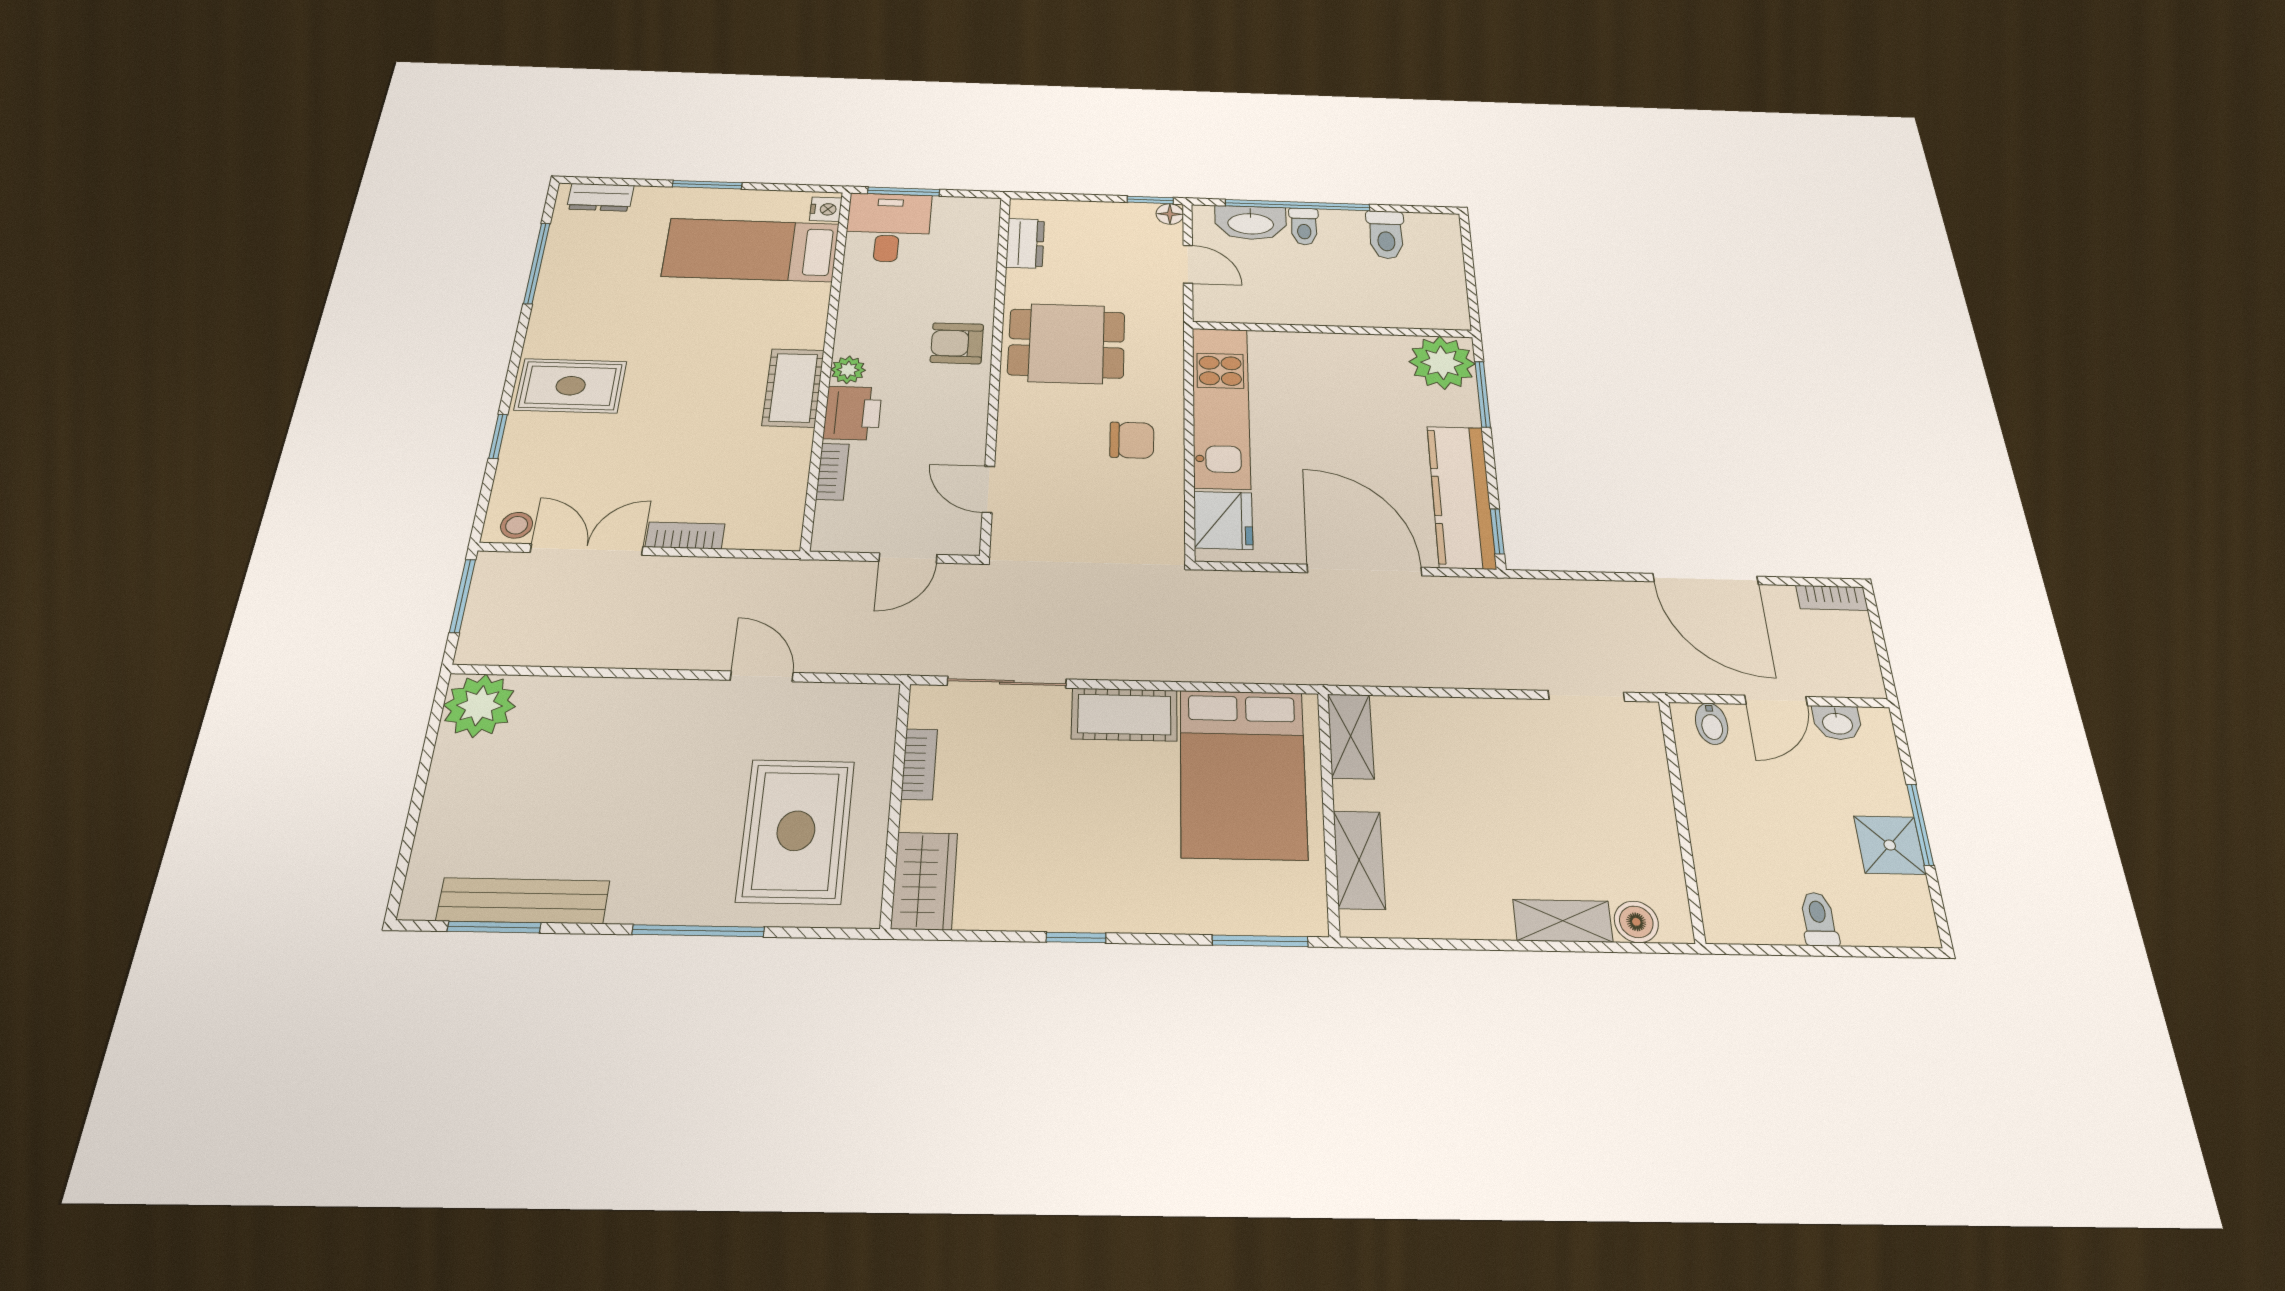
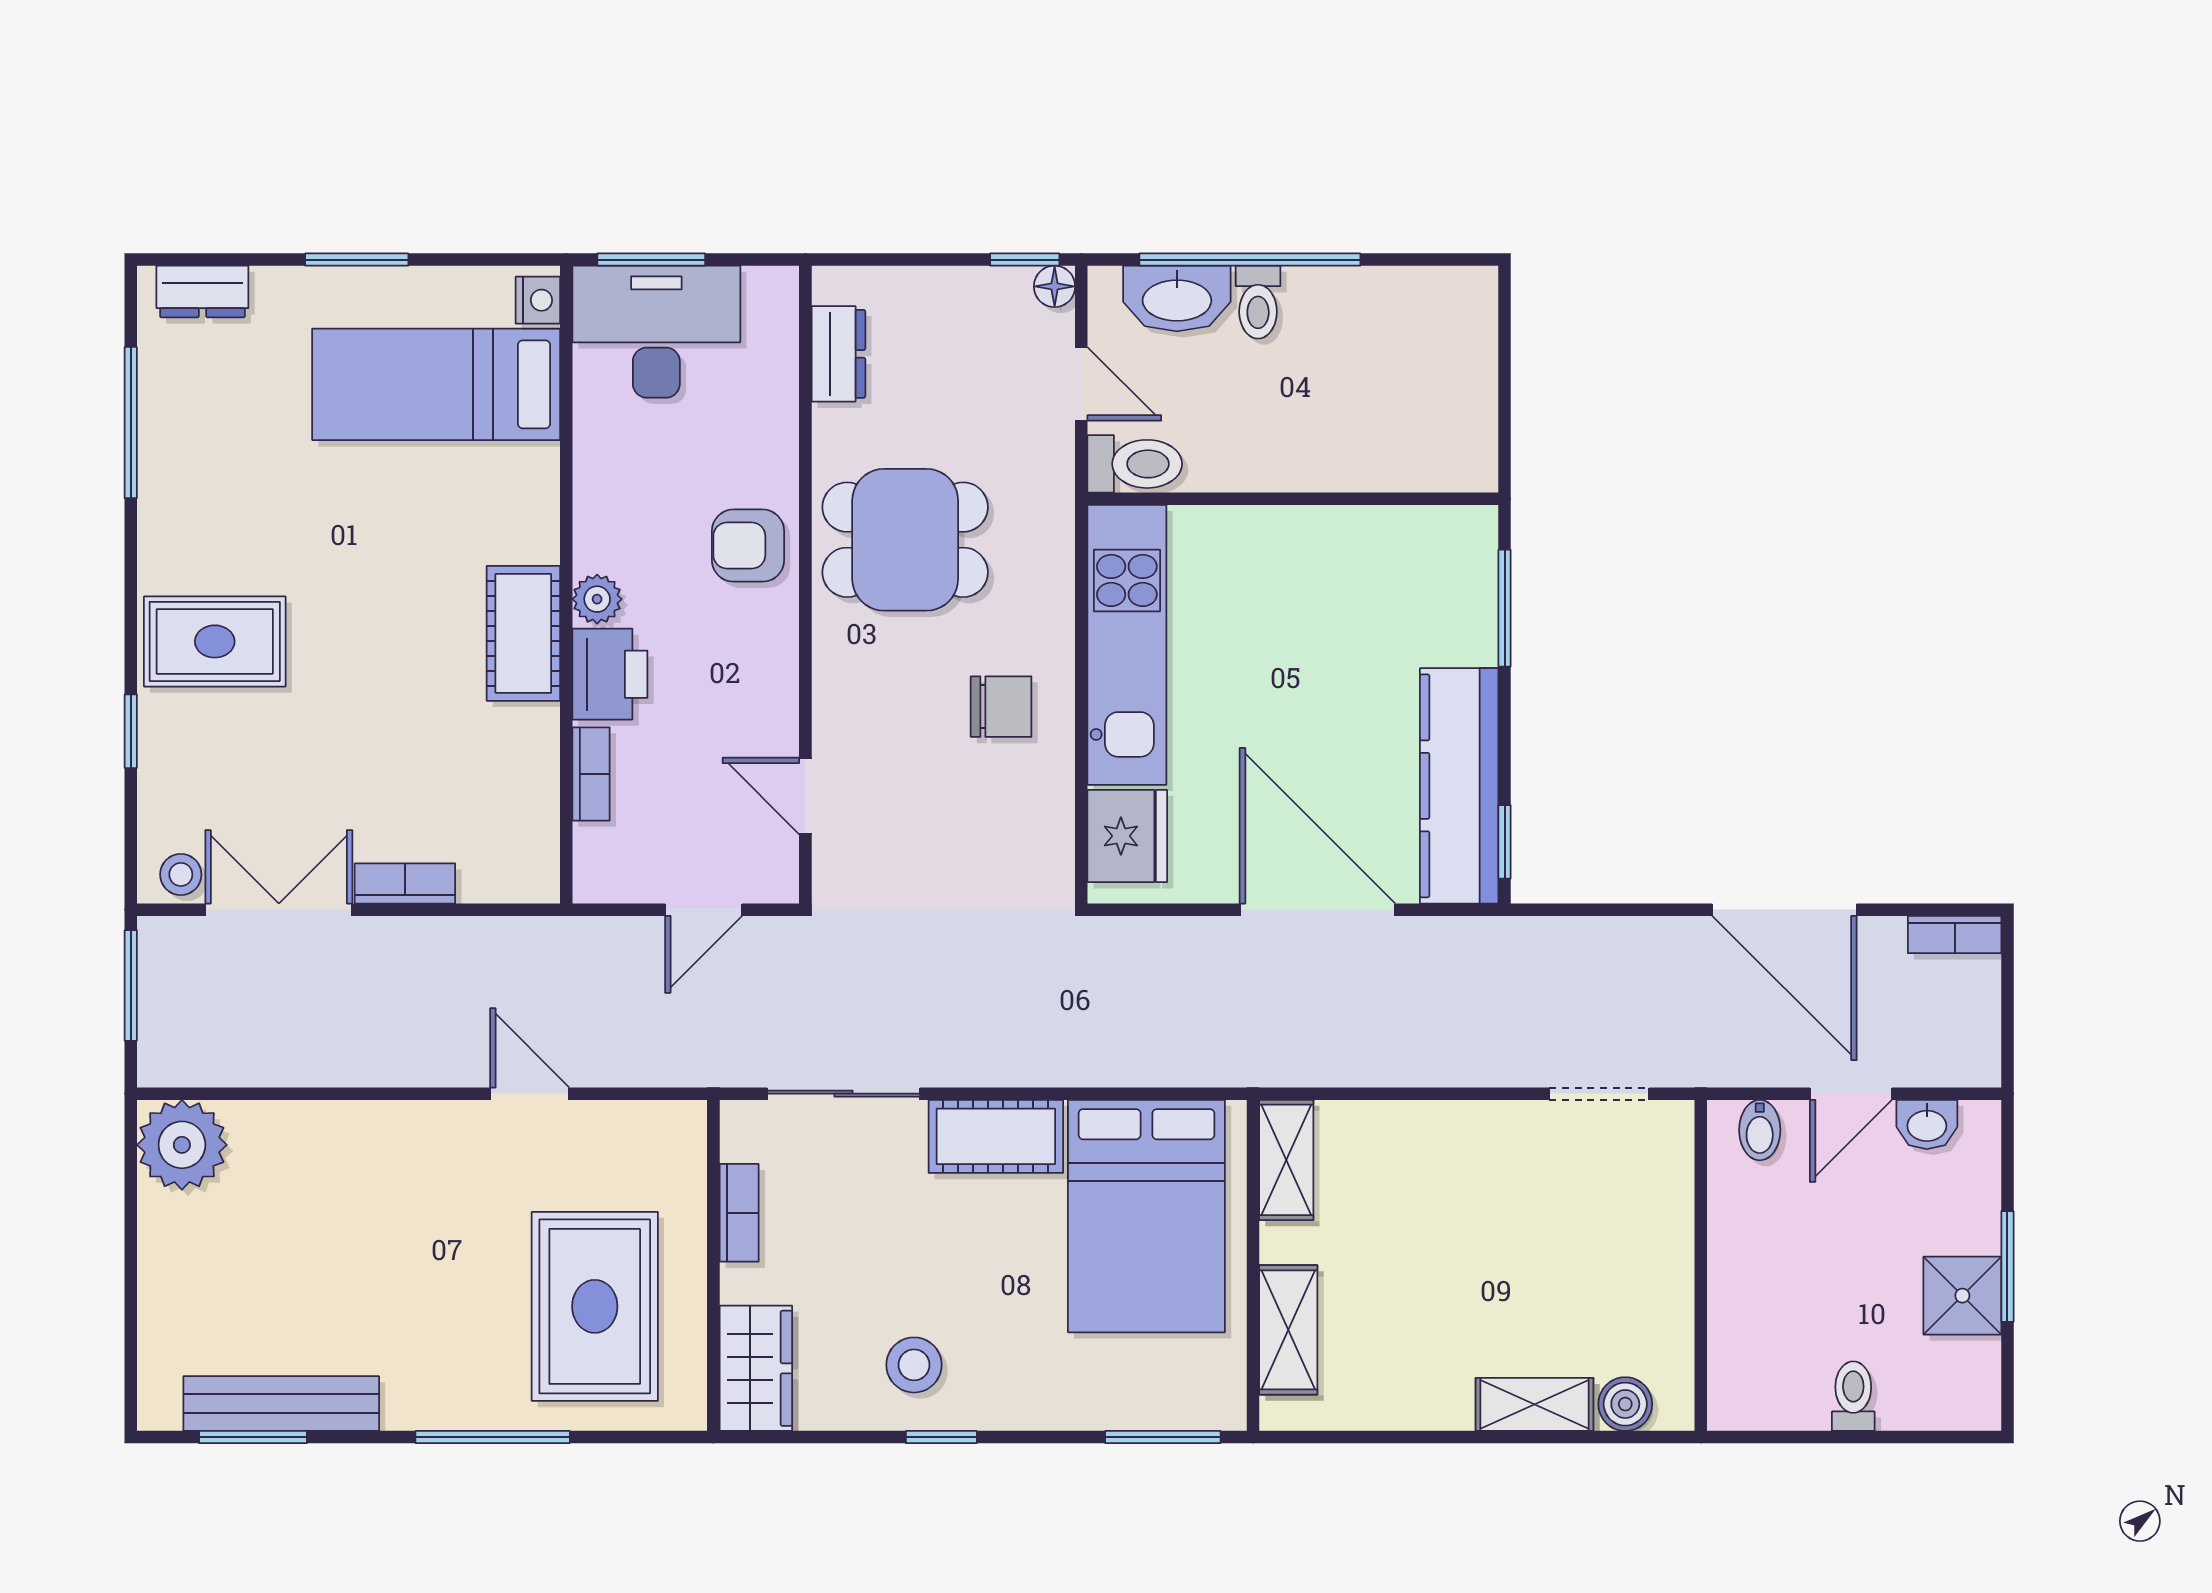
desk: (888, 227) -> (656, 332), width x1.37
toilet: (1386, 235) -> (1135, 464), moved, turned -90
plant: (1442, 363) -> (1450, 554), removed
stool: (1055, 881) -> (914, 1365), added

